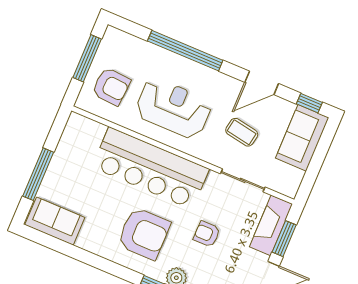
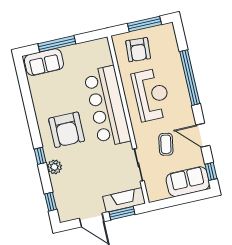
sofa: (55, 221) -> (44, 62), moved, turned 90
armchair: (207, 234) -> (92, 166), removed

